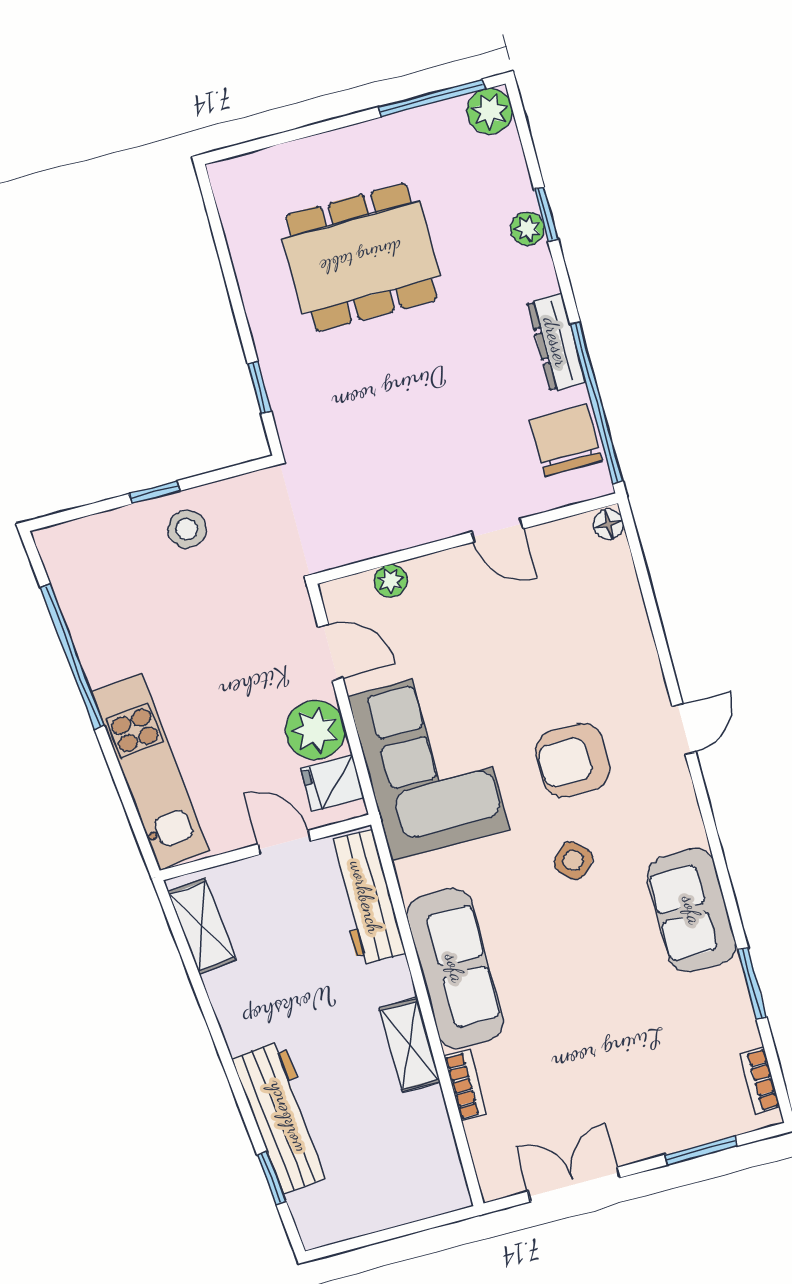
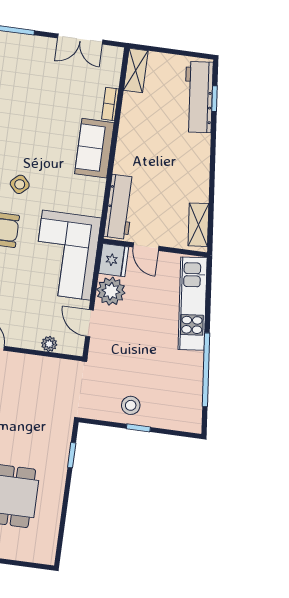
fridge: (332, 783) -> (114, 260), width x1.38
sofa: (455, 968) -> (94, 148), width x0.73
shelving: (410, 1045) -> (136, 71), moved
workbench: (283, 1117) -> (199, 97), moved

